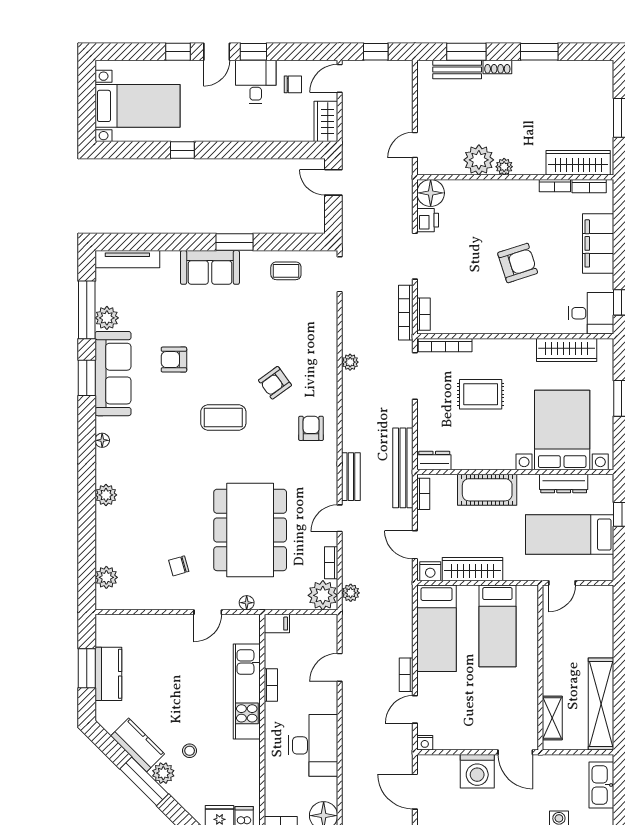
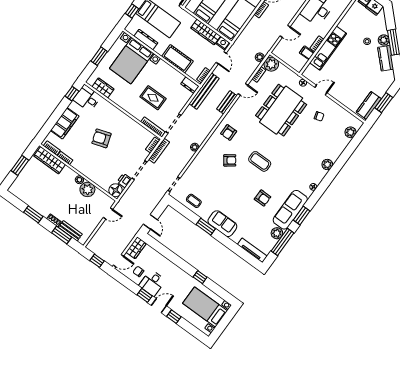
wardrobe: (567, 350) -> (103, 88), width x0.67
filing cabinet: (277, 624) -> (307, 53), moved
kitchen counter: (108, 674) -> (369, 105), moved

